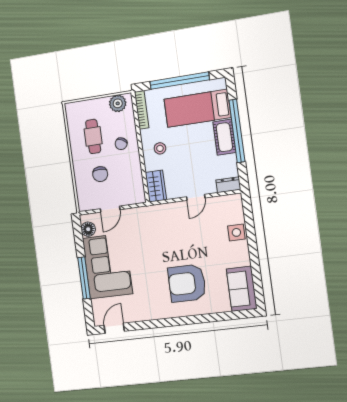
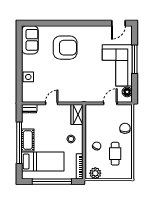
chair: (100, 174) -> (125, 128), moved

